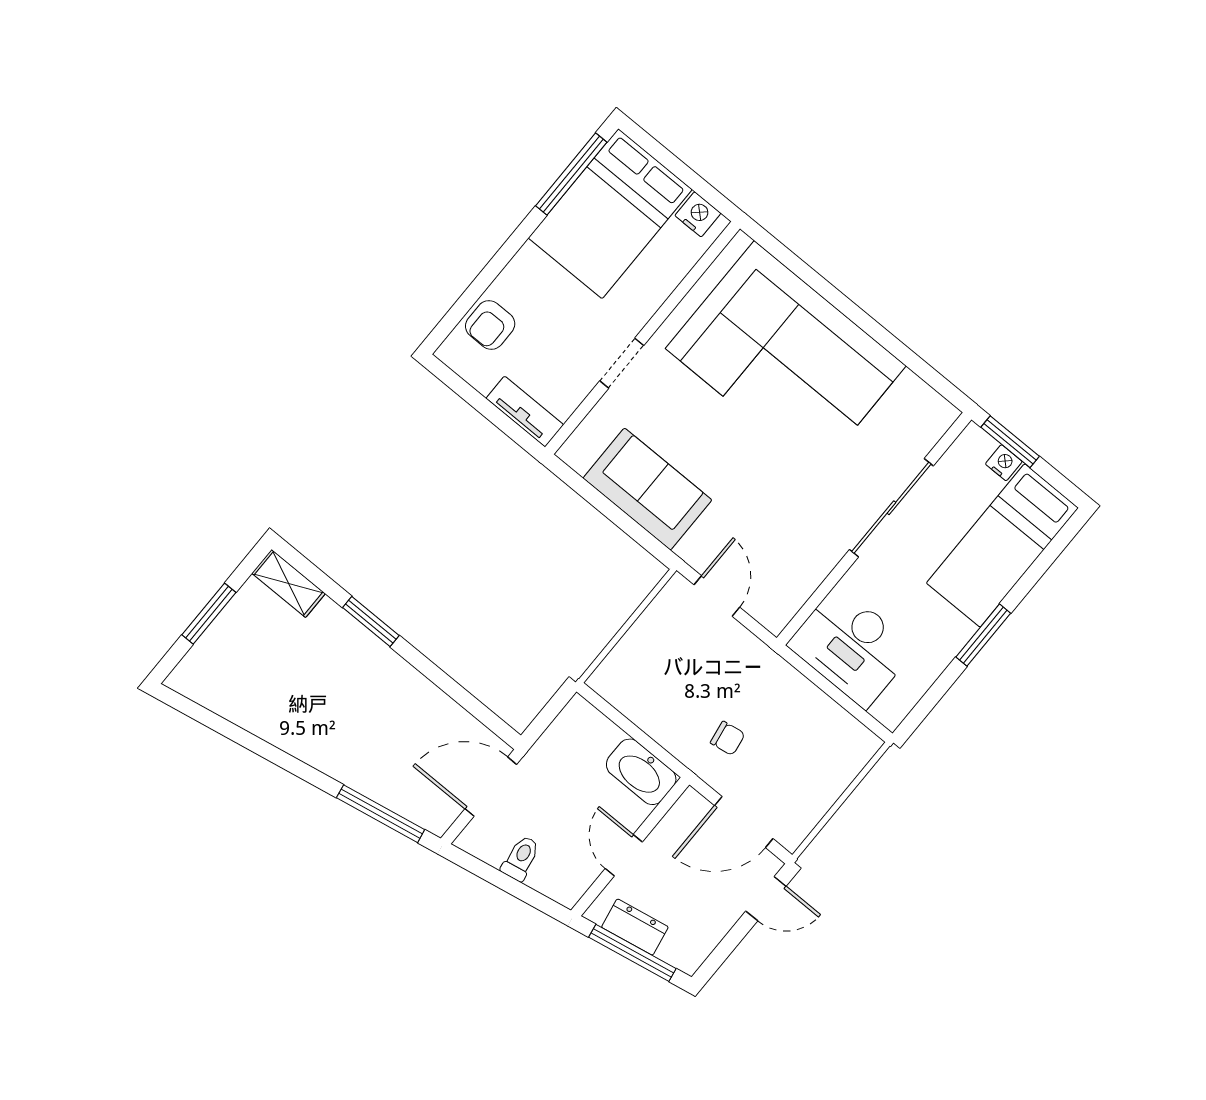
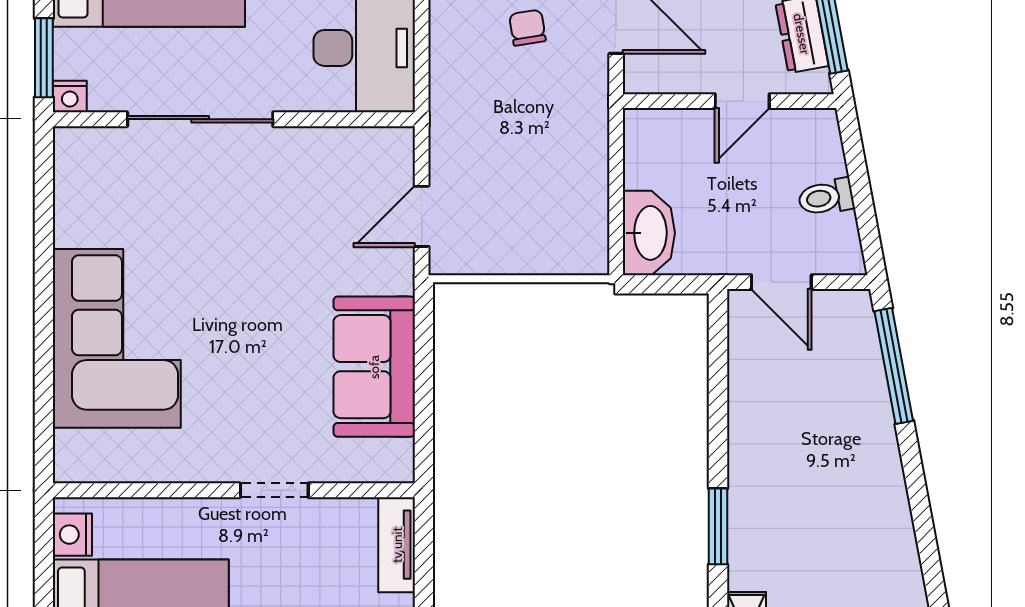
corner sofa: (786, 357) -> (117, 338), width x0.73, depth x0.74
nightstand: (1004, 463) -> (70, 96), moved, turned -90
chair: (728, 738) -> (527, 28), moved
washbasin: (641, 772) -> (649, 233), moved
door: (491, 787) -> (781, 282), width x0.73

